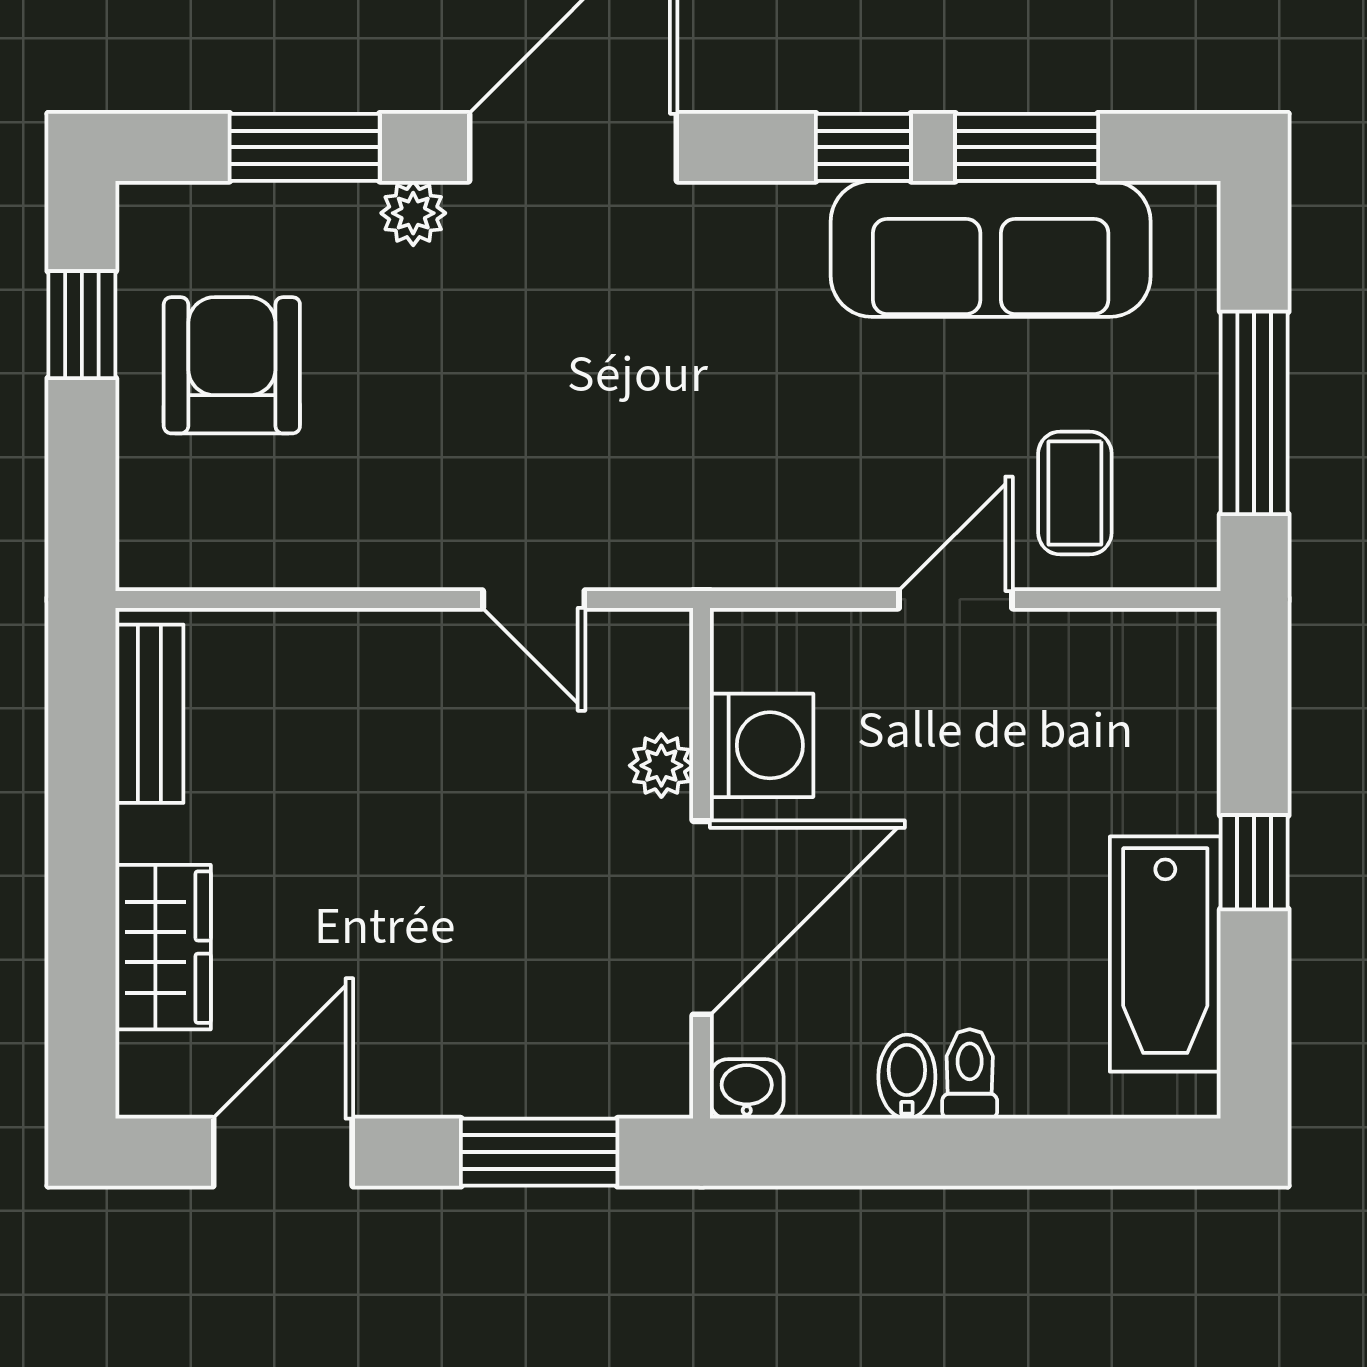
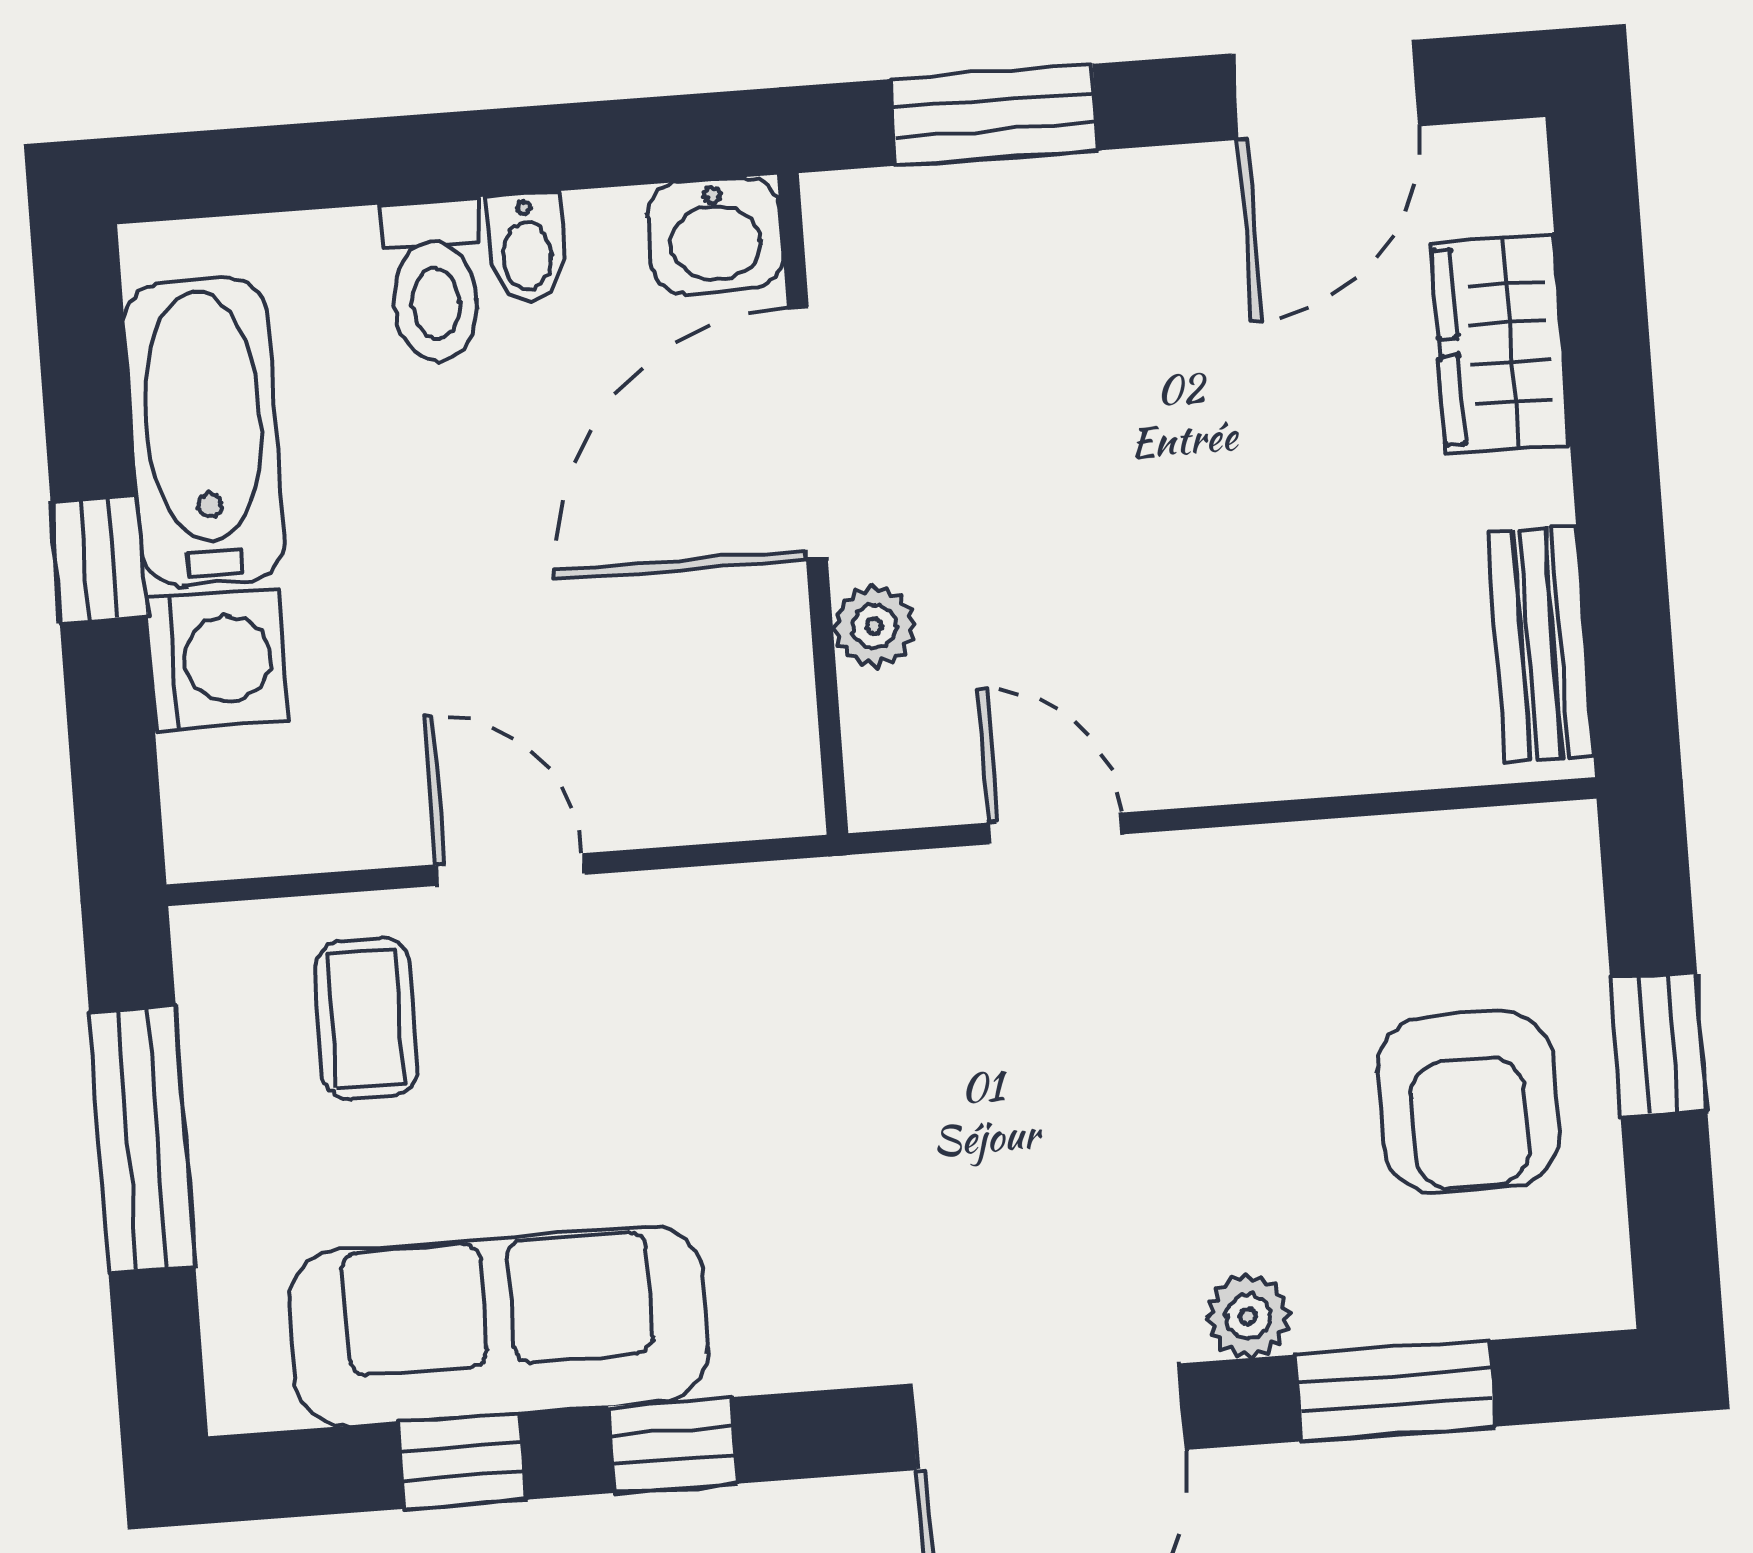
window: (1027, 147) -> (462, 1461), width x0.67
window: (82, 325) -> (1659, 1044), moved
door: (956, 599) -> (510, 870), swing flipped
washing machine: (762, 745) -> (217, 660), moved, turned 180
toilet: (970, 1074) -> (434, 281), width x1.37, depth x1.39
washbasin: (747, 1089) -> (715, 235), width x1.38, depth x1.45

